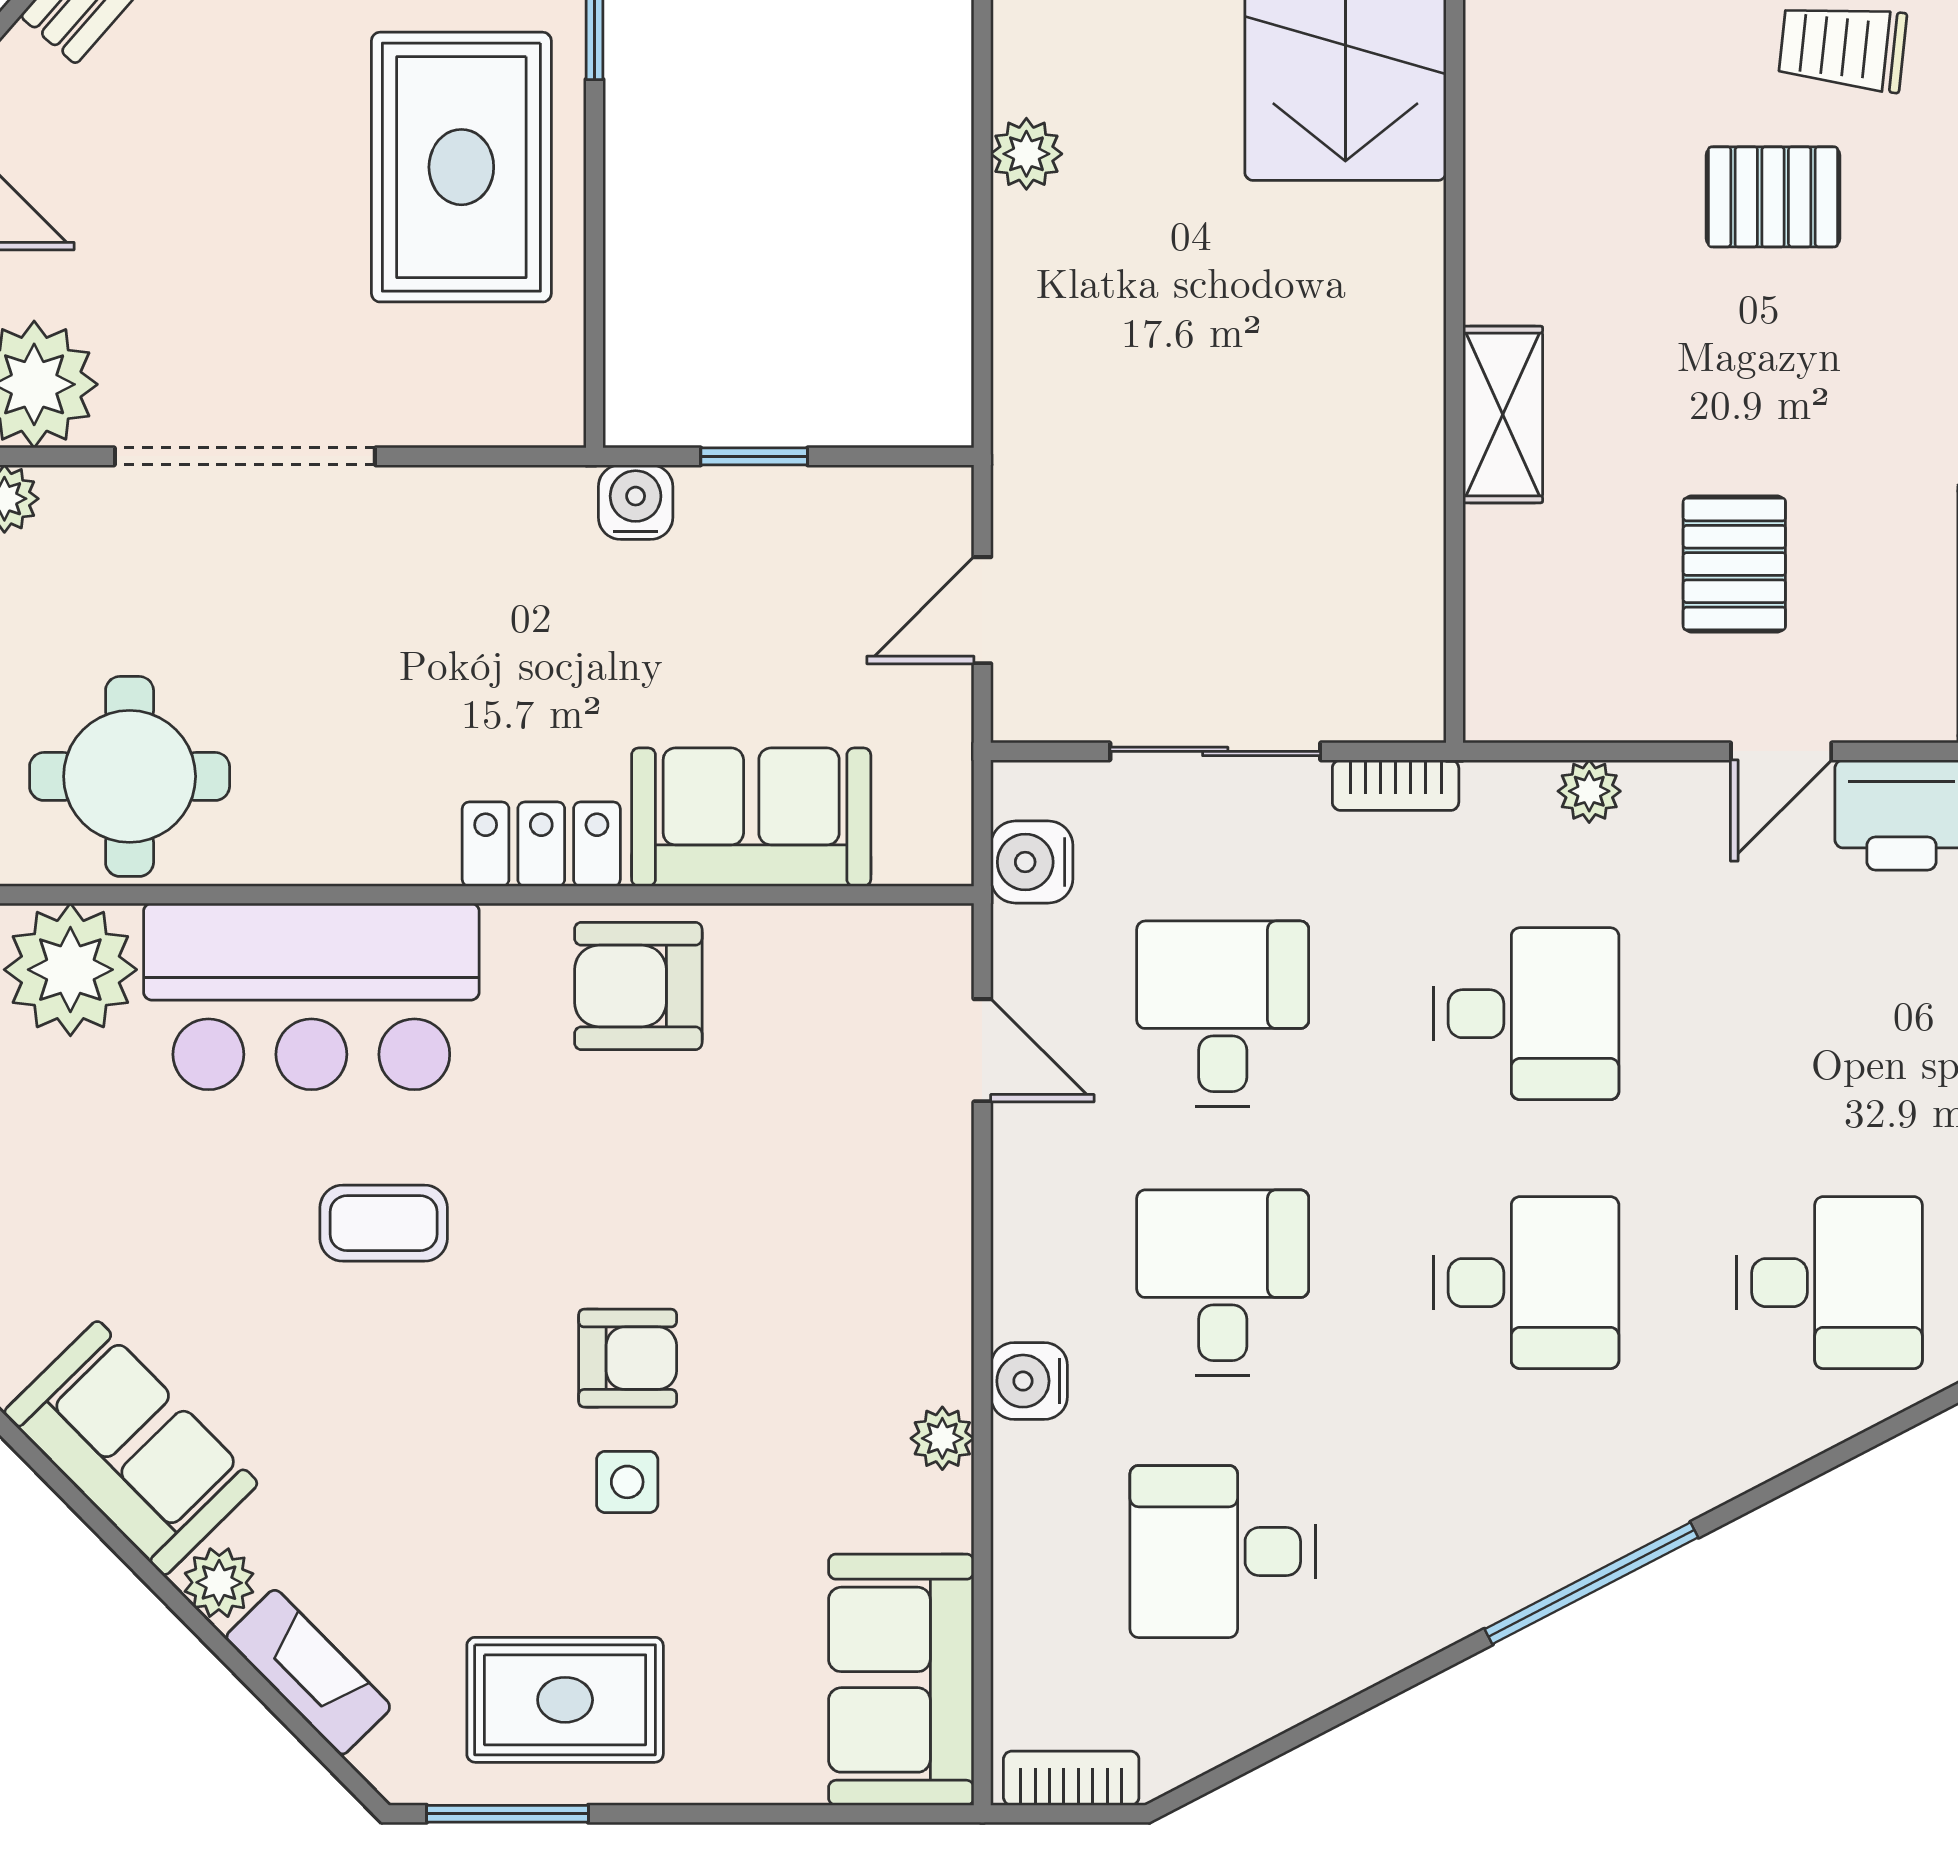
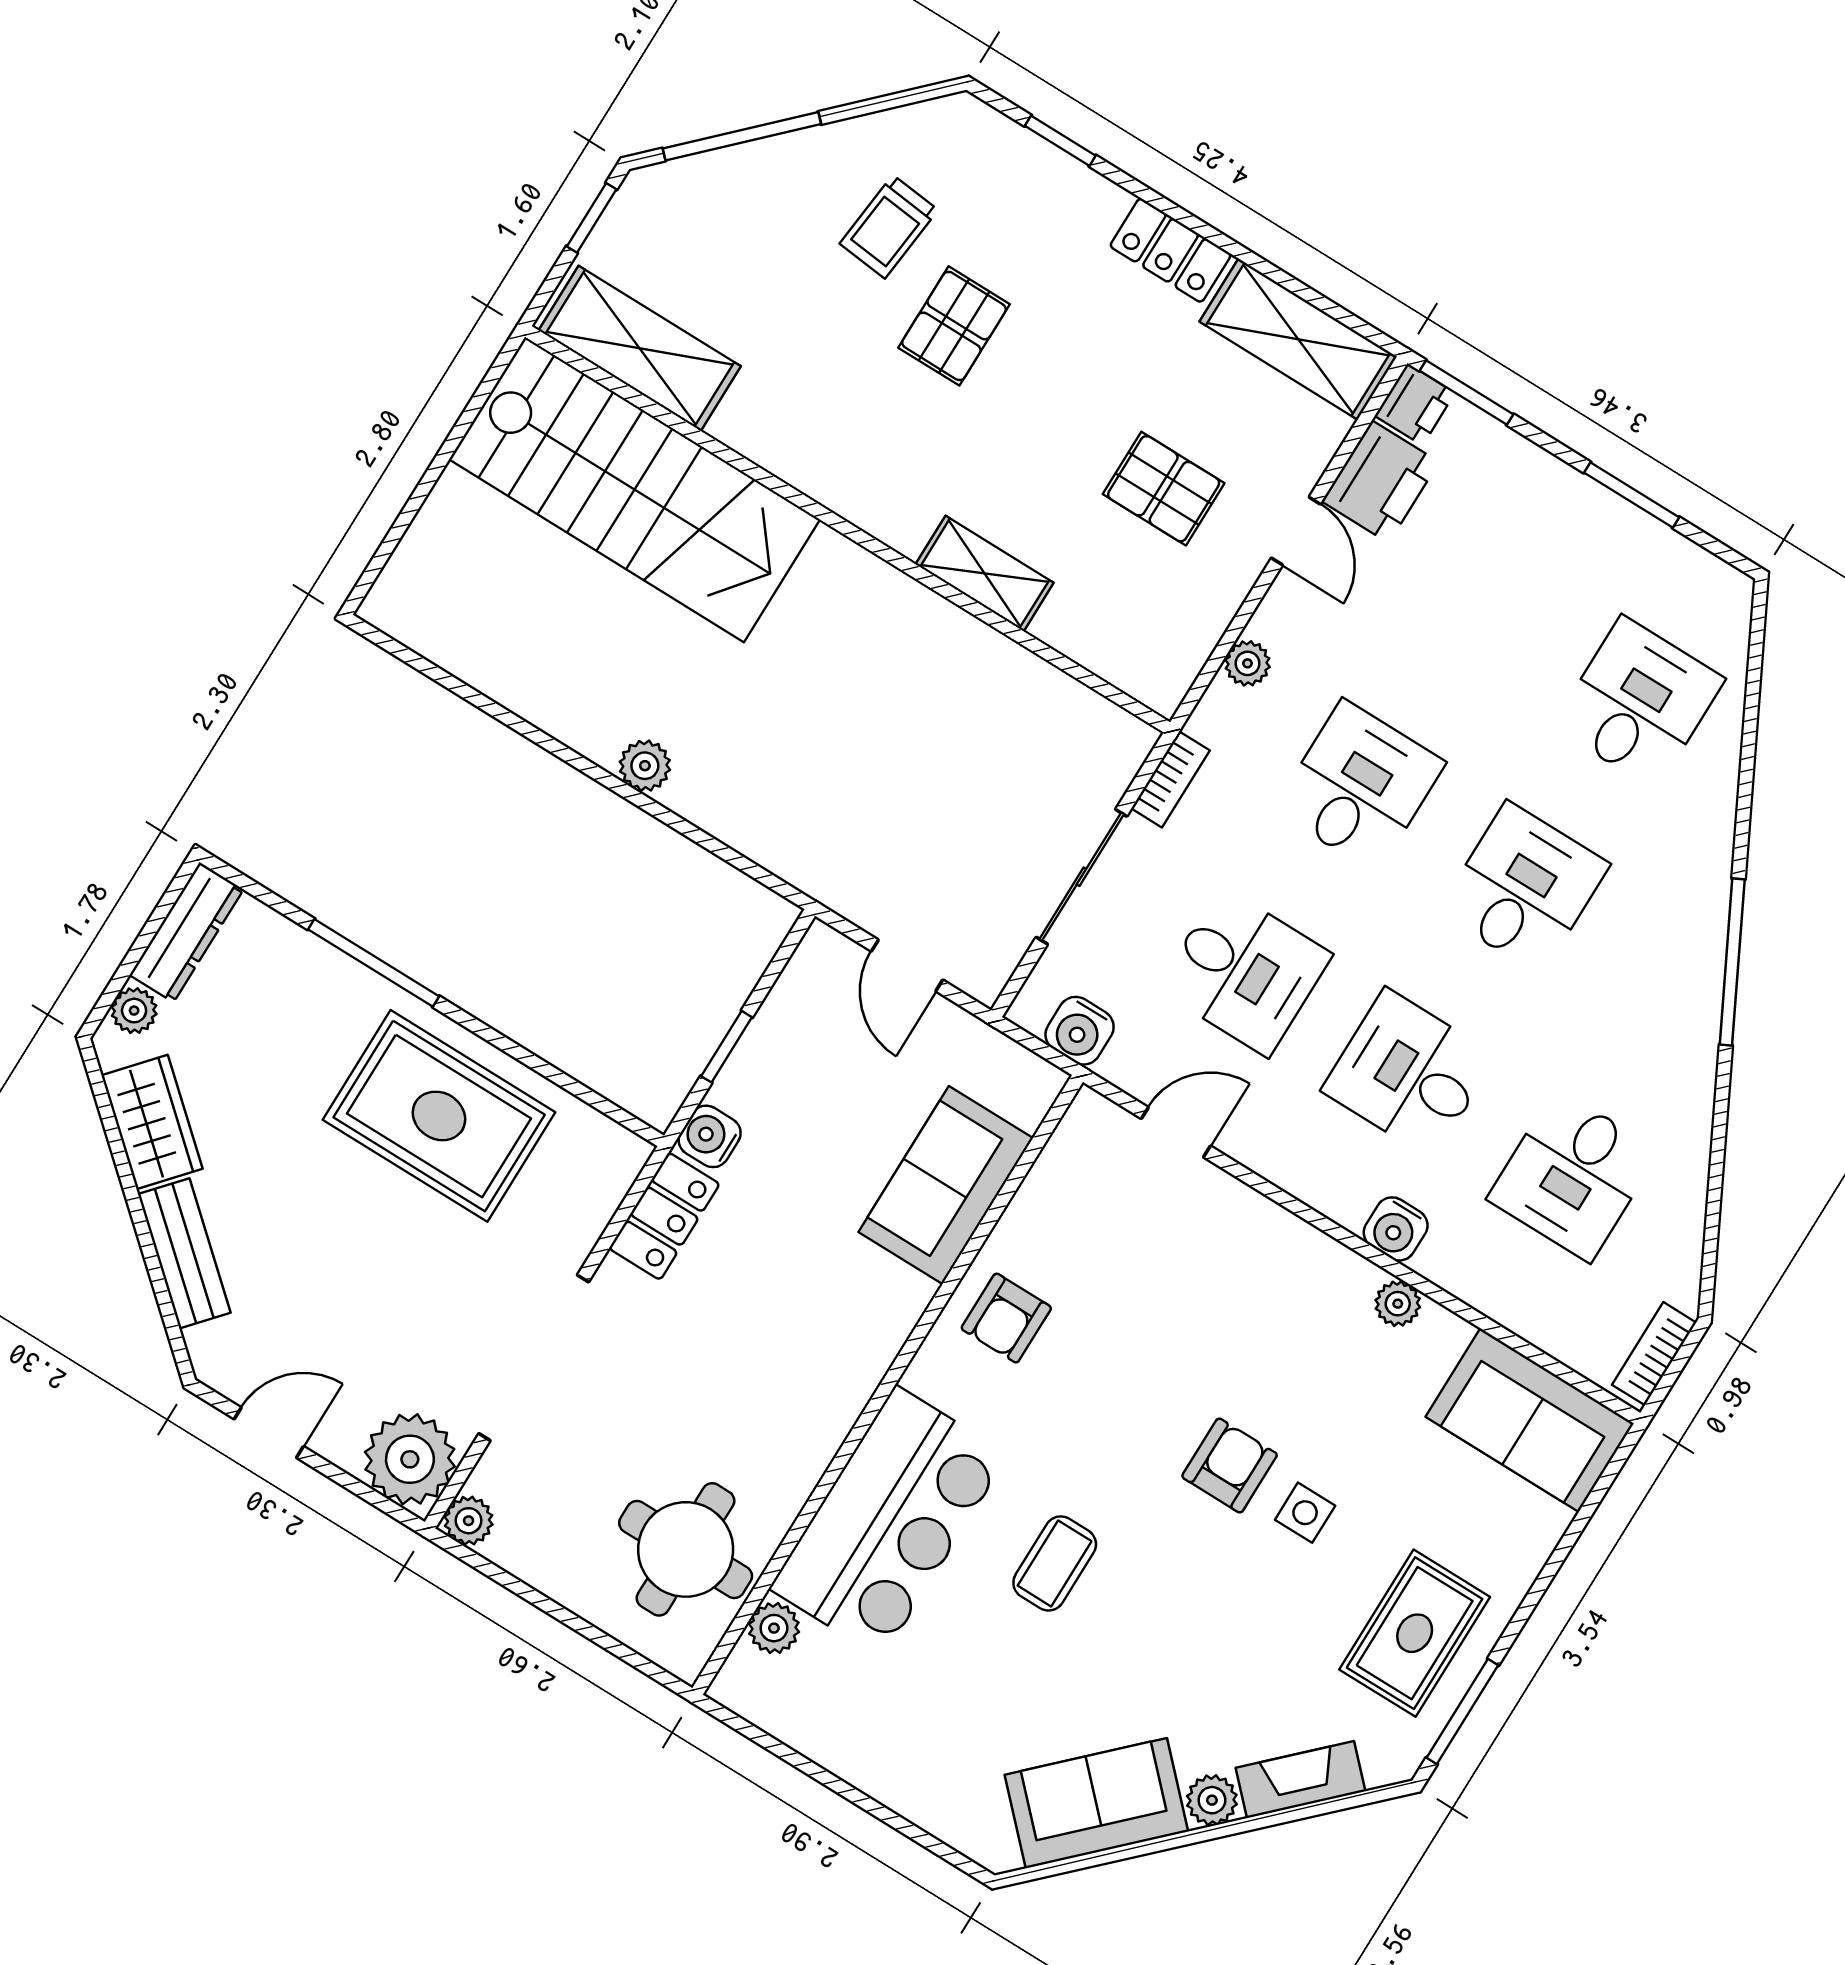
locker: (541, 844) -> (664, 1216), moved, turned 180
plant: (70, 970) -> (774, 1628), width x0.53, depth x0.53
armchair: (638, 986) -> (1006, 1318), width x0.72, depth x0.72
desk: (1223, 1014) -> (1245, 971), turned 180

